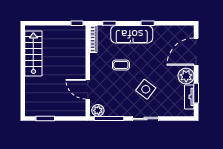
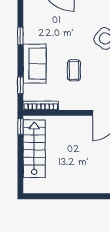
sofa: (132, 34) -> (35, 64), width x0.73
stairs: (33, 53) -> (34, 149), moved, turned 90

